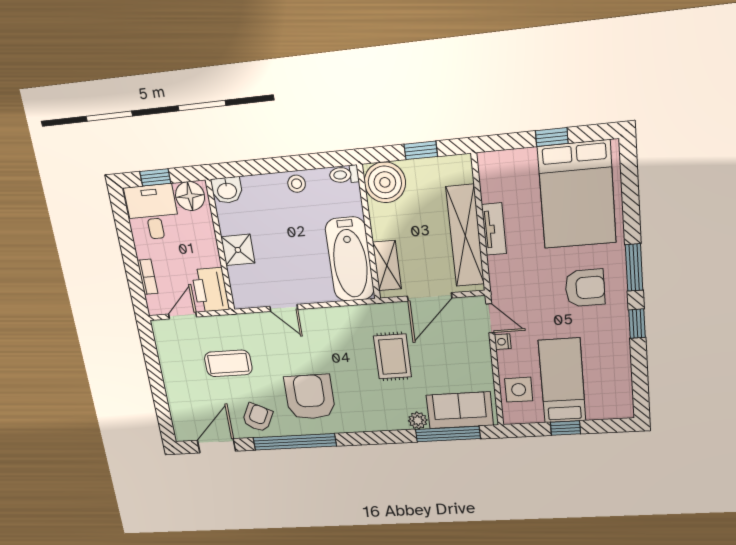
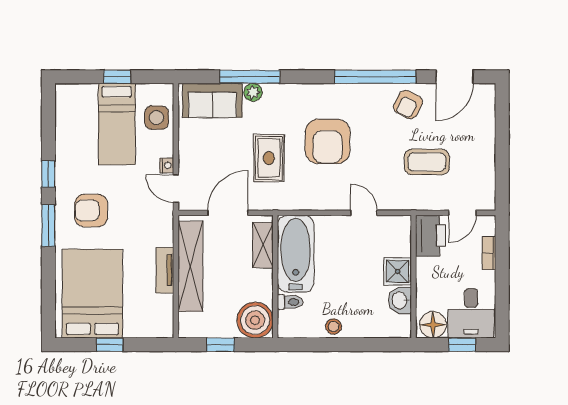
toilet: (344, 175) -> (290, 302), moved
washbasin: (227, 190) -> (400, 300), moved, turned -90
armchair: (310, 397) -> (328, 141), moved
window: (448, 434) -> (250, 77), moved

